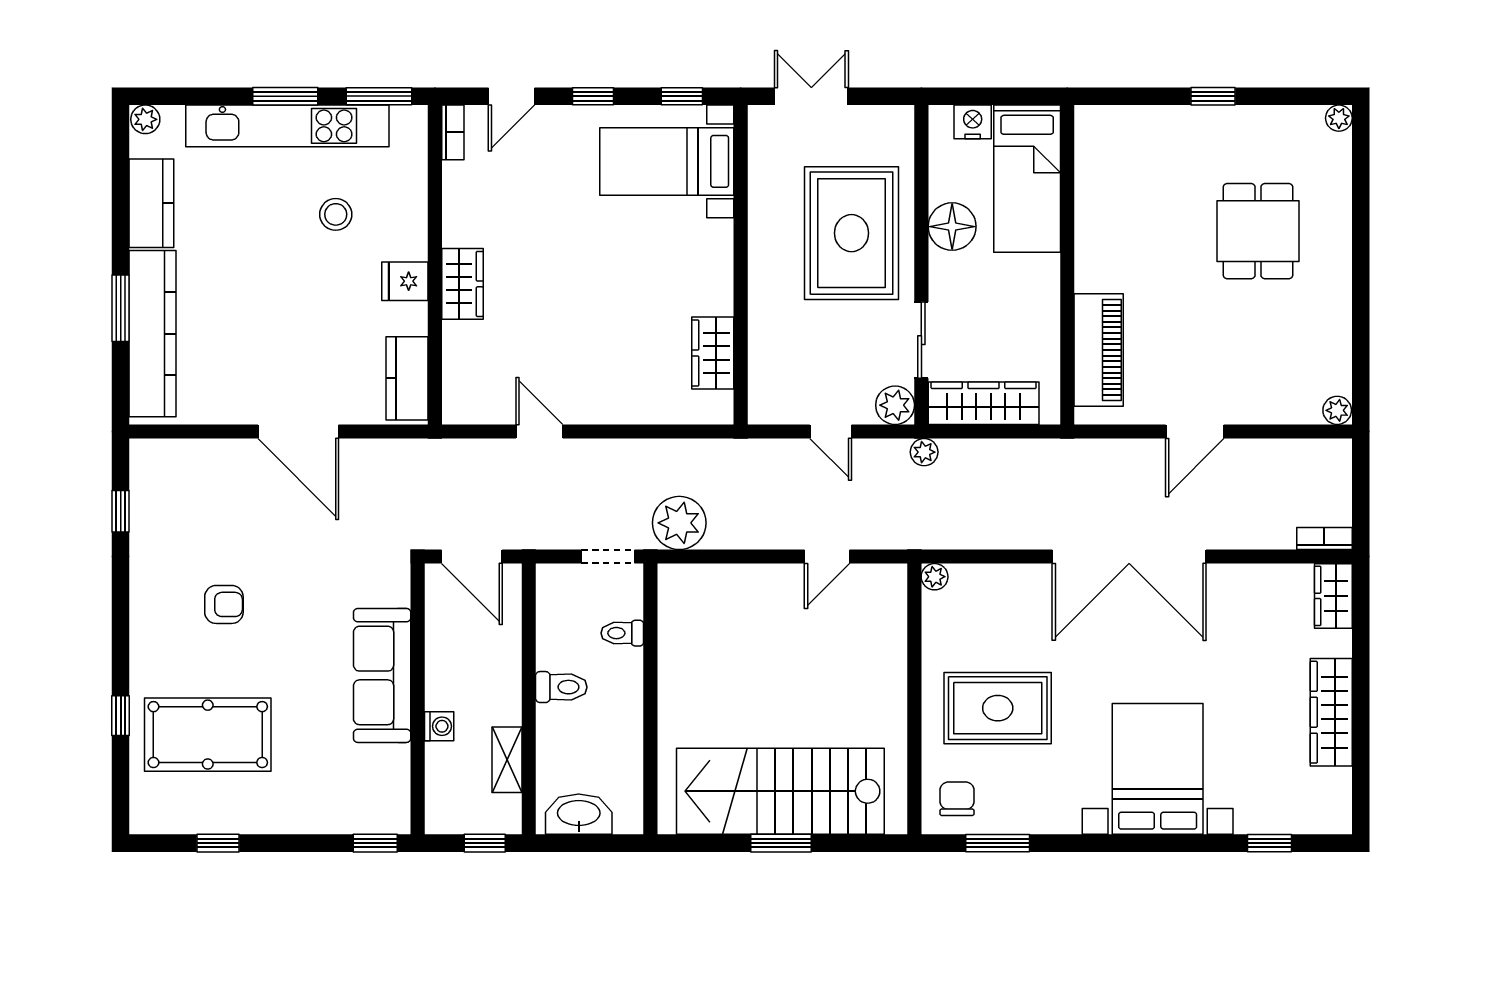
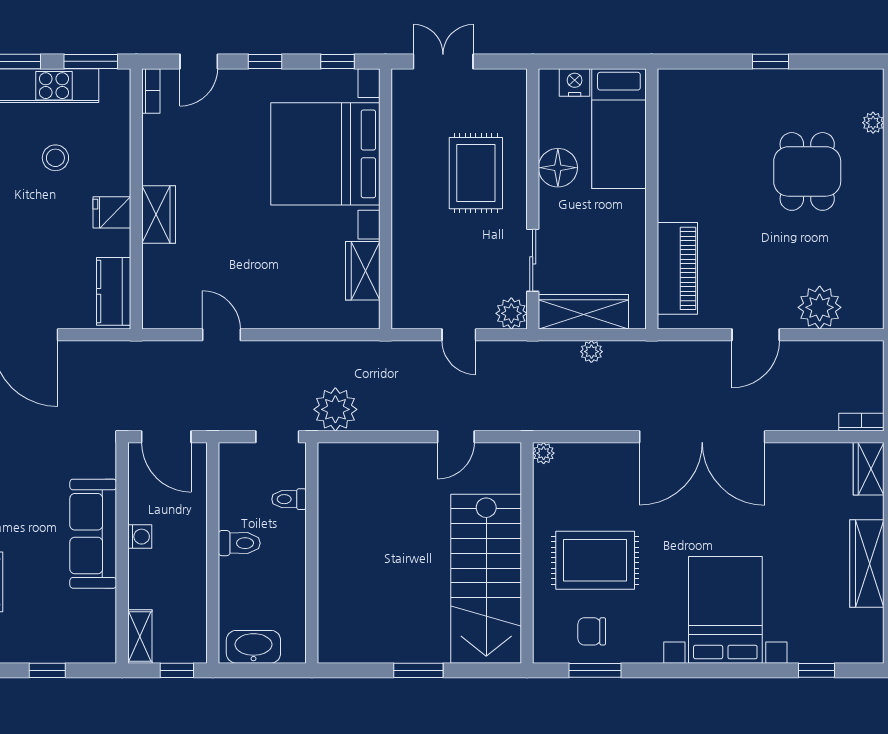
plant: (1339, 118) -> (873, 123), moved
bed with nightstands: (667, 161) -> (325, 154), width x1.85
rug: (852, 233) -> (476, 173), width x0.73, depth x0.69
plant: (1337, 410) -> (820, 307), moved, width x1.88, depth x1.88
plant: (924, 452) -> (591, 352), moved
washing machine: (439, 726) -> (140, 537), moved
shelving: (507, 760) -> (140, 636), moved
stairs: (780, 791) -> (486, 579), moved, turned -90
chair: (957, 799) -> (592, 631), moved, turned -90
window: (375, 843) -> (47, 670), moved

